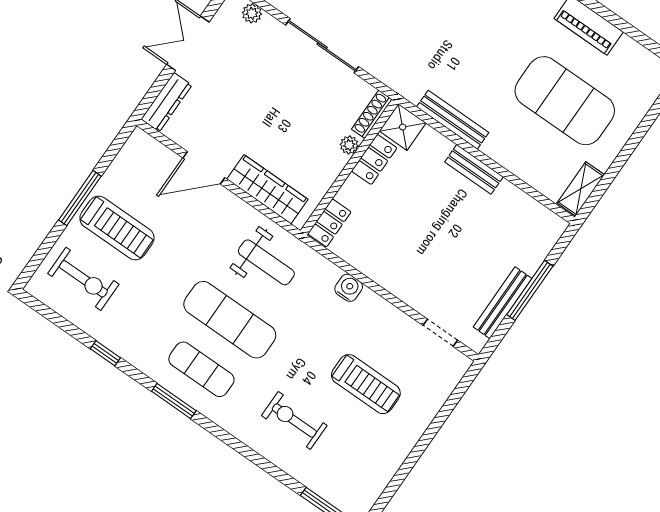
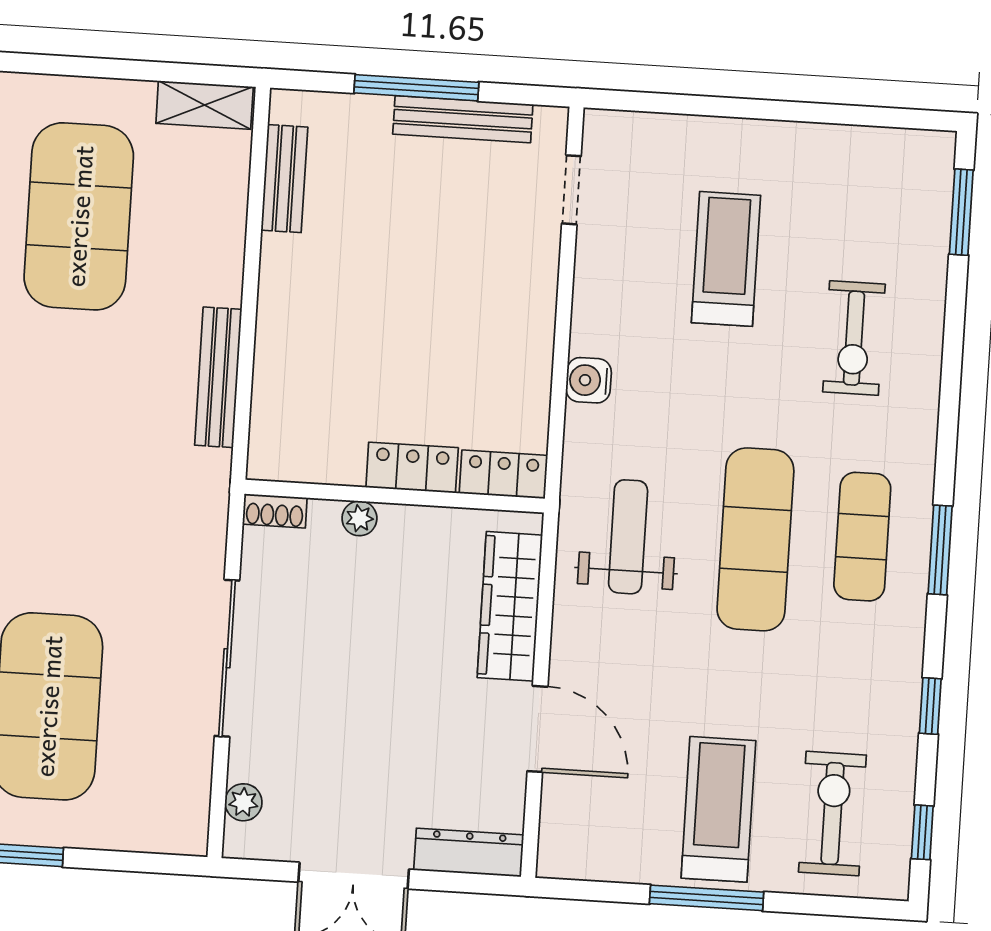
shoe rack: (372, 114) -> (275, 511), width x0.70
shower: (403, 127) -> (279, 450), removed
locker: (374, 159) -> (412, 468), moved
bench: (474, 169) -> (284, 179), moved
window: (50, 315) -> (922, 832), added

